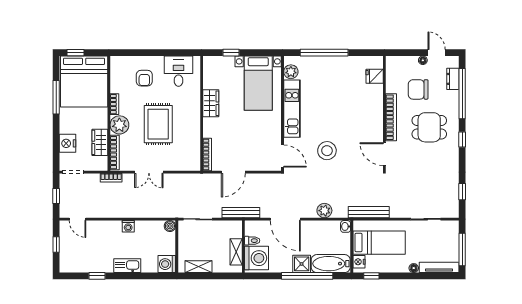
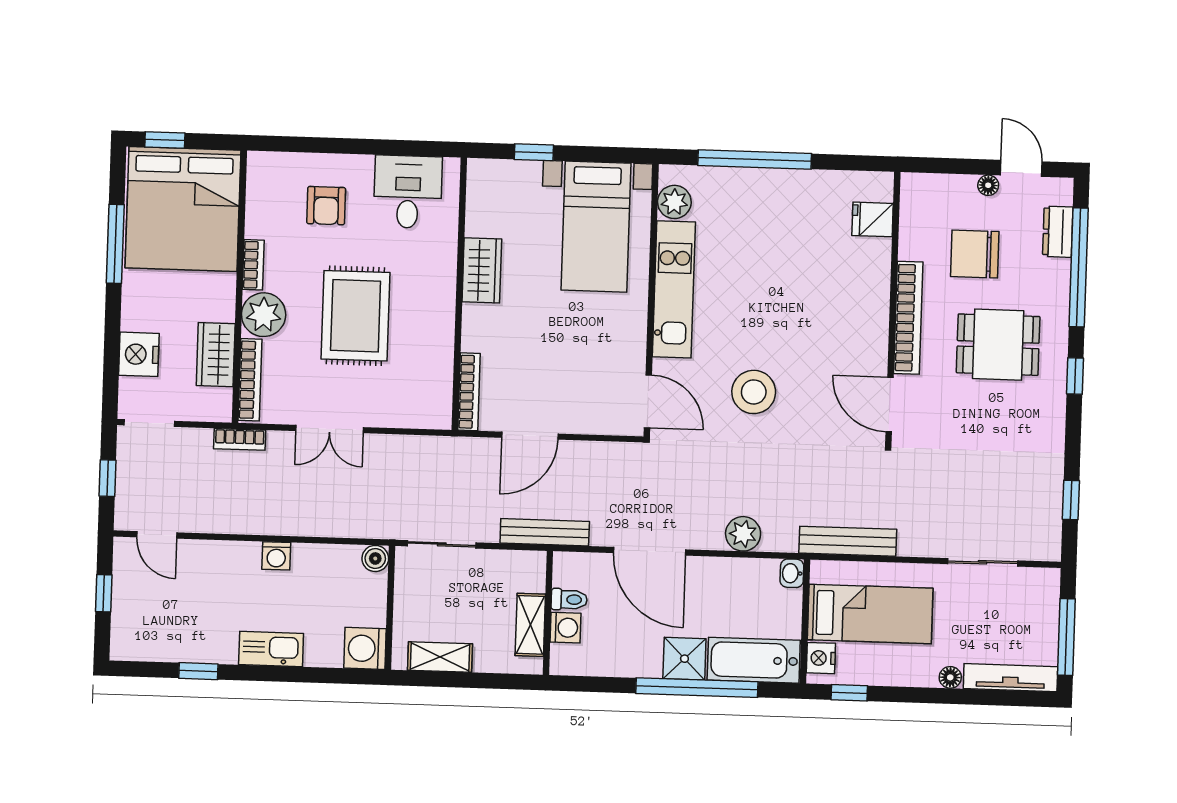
washing machine: (257, 258) -> (565, 628), width x0.53, depth x0.53

